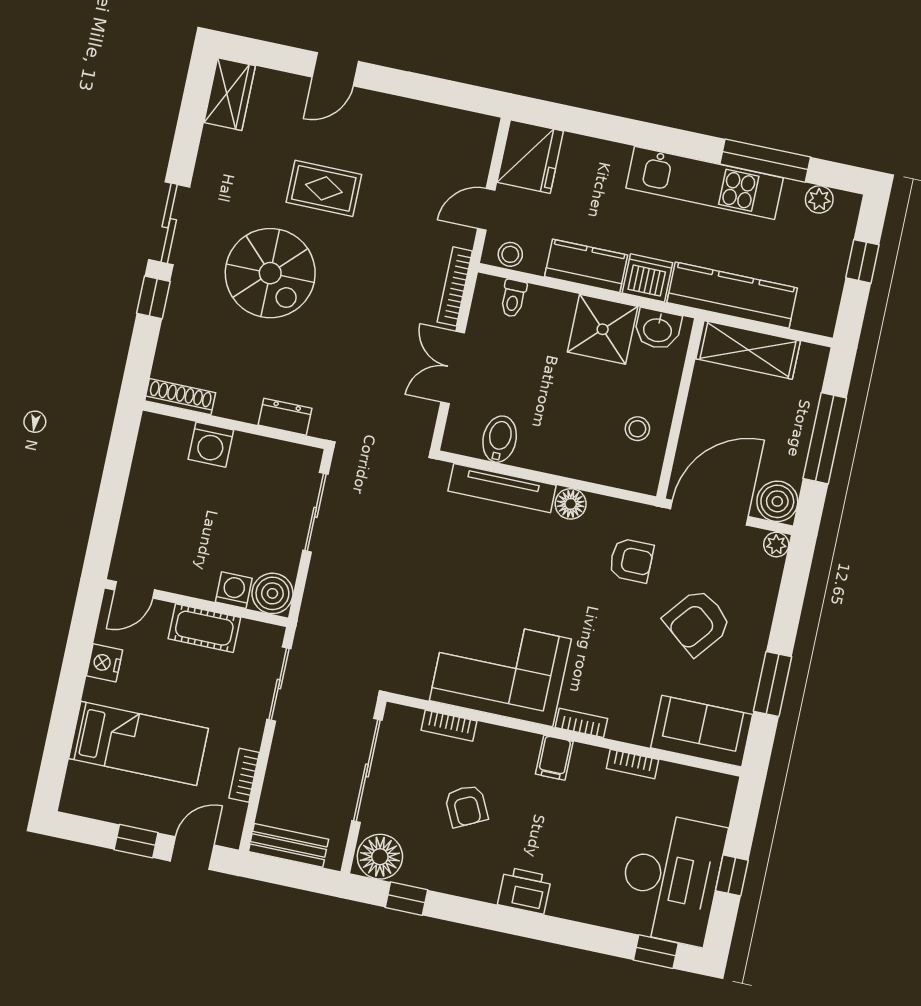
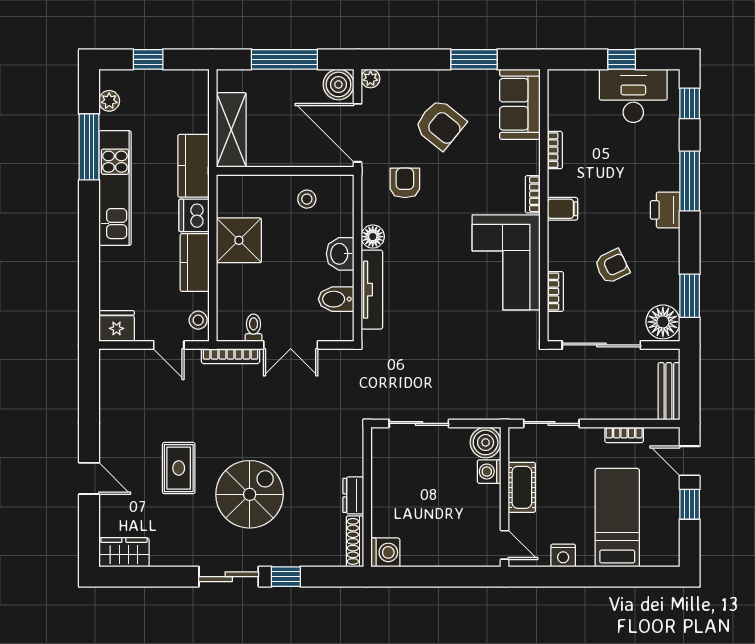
fridge: (530, 157) -> (117, 326), width x0.73, depth x0.75
kitchen counter: (732, 295) -> (193, 166), width x0.67
toilet: (513, 298) -> (254, 328), moved, turned -90
washbasin: (658, 329) -> (340, 254), moved, turned 180
dresser: (285, 417) -> (353, 495), moved
washing machine: (211, 445) -> (385, 552), moved
desk: (671, 878) -> (633, 96), width x0.73, depth x0.77
window: (406, 899) -> (690, 296), width x1.50
window: (555, 930) -> (690, 181), added

